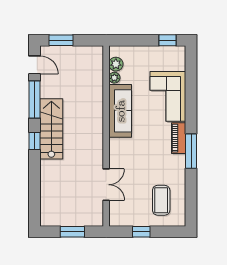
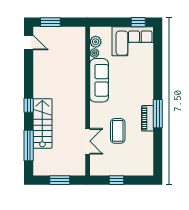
corner sofa: (168, 96) -> (133, 41), moved, turned -90
window: (35, 99) -> (29, 145), moved
stairs: (51, 129) -> (42, 123), moved
piano: (179, 138) -> (148, 118), moved
coffee table: (161, 200) -> (118, 131), moved

